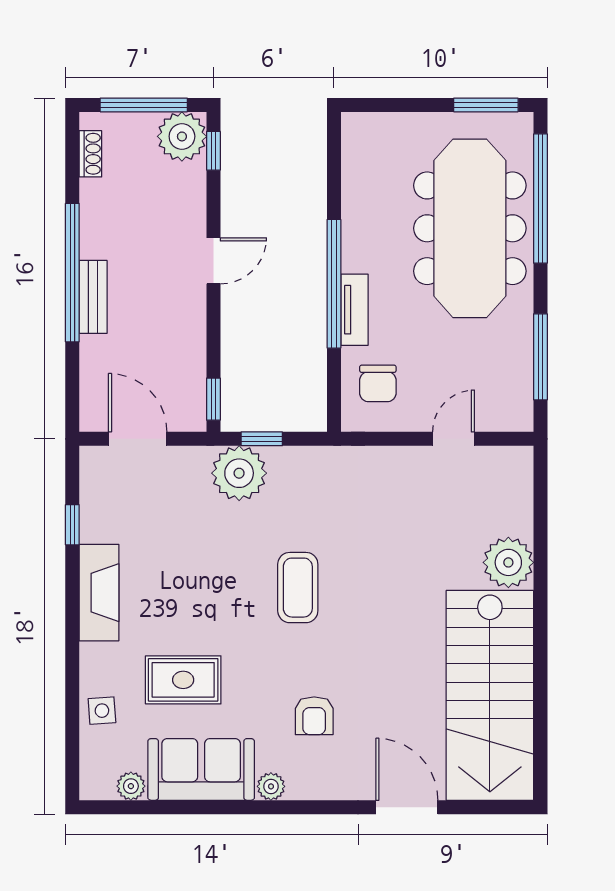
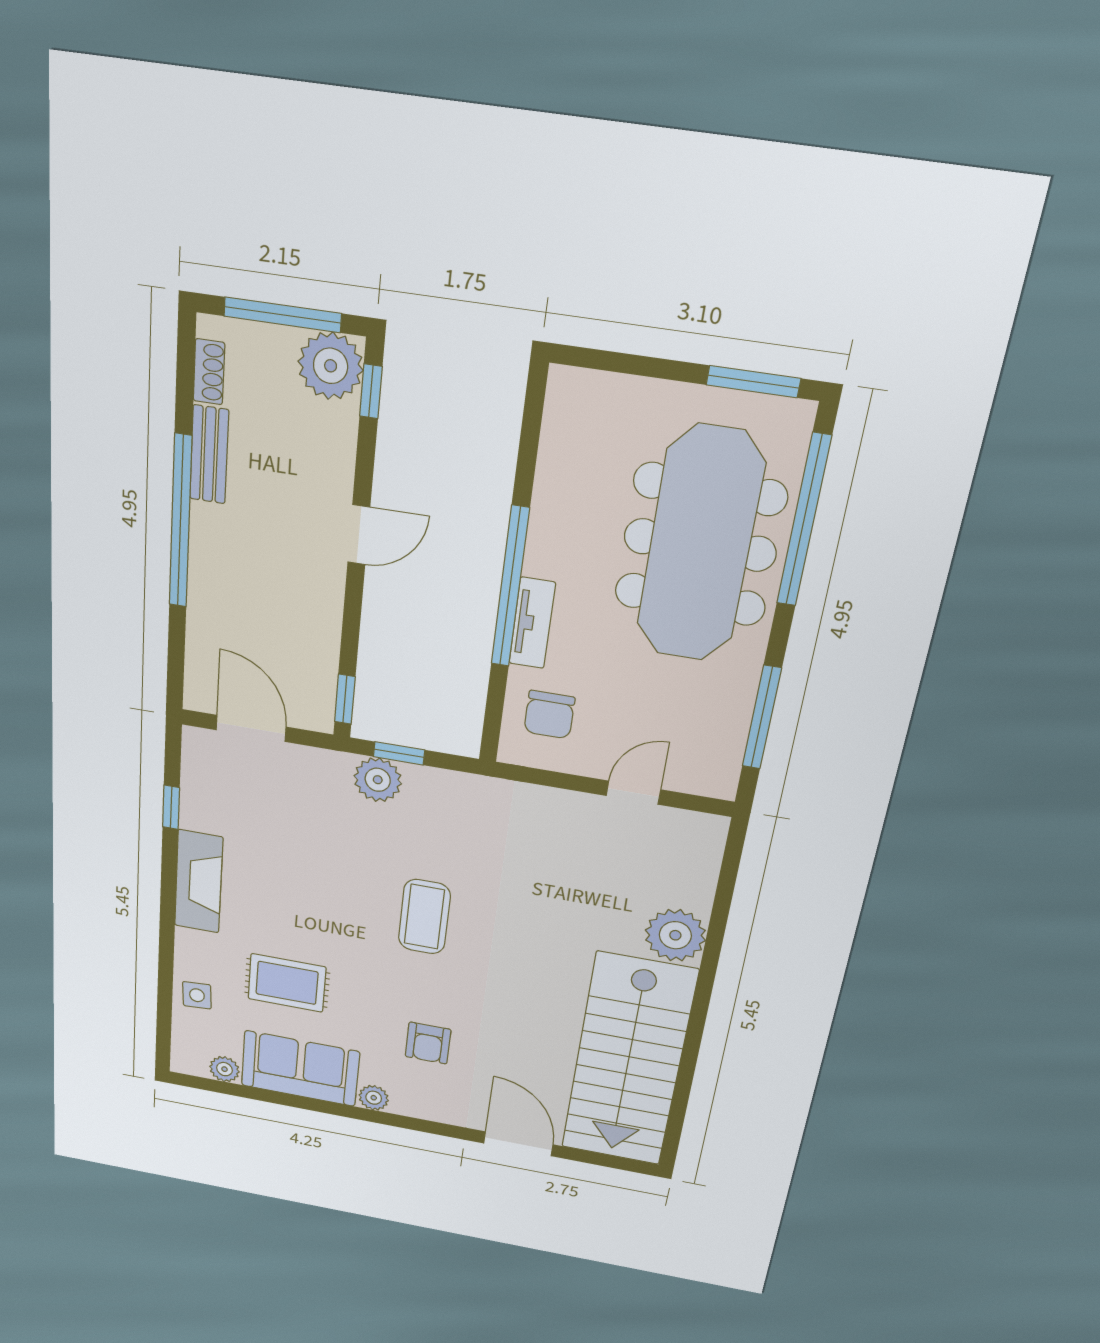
bench: (93, 297) -> (209, 455), moved
plant: (239, 473) -> (378, 780), width x0.73, depth x0.73

